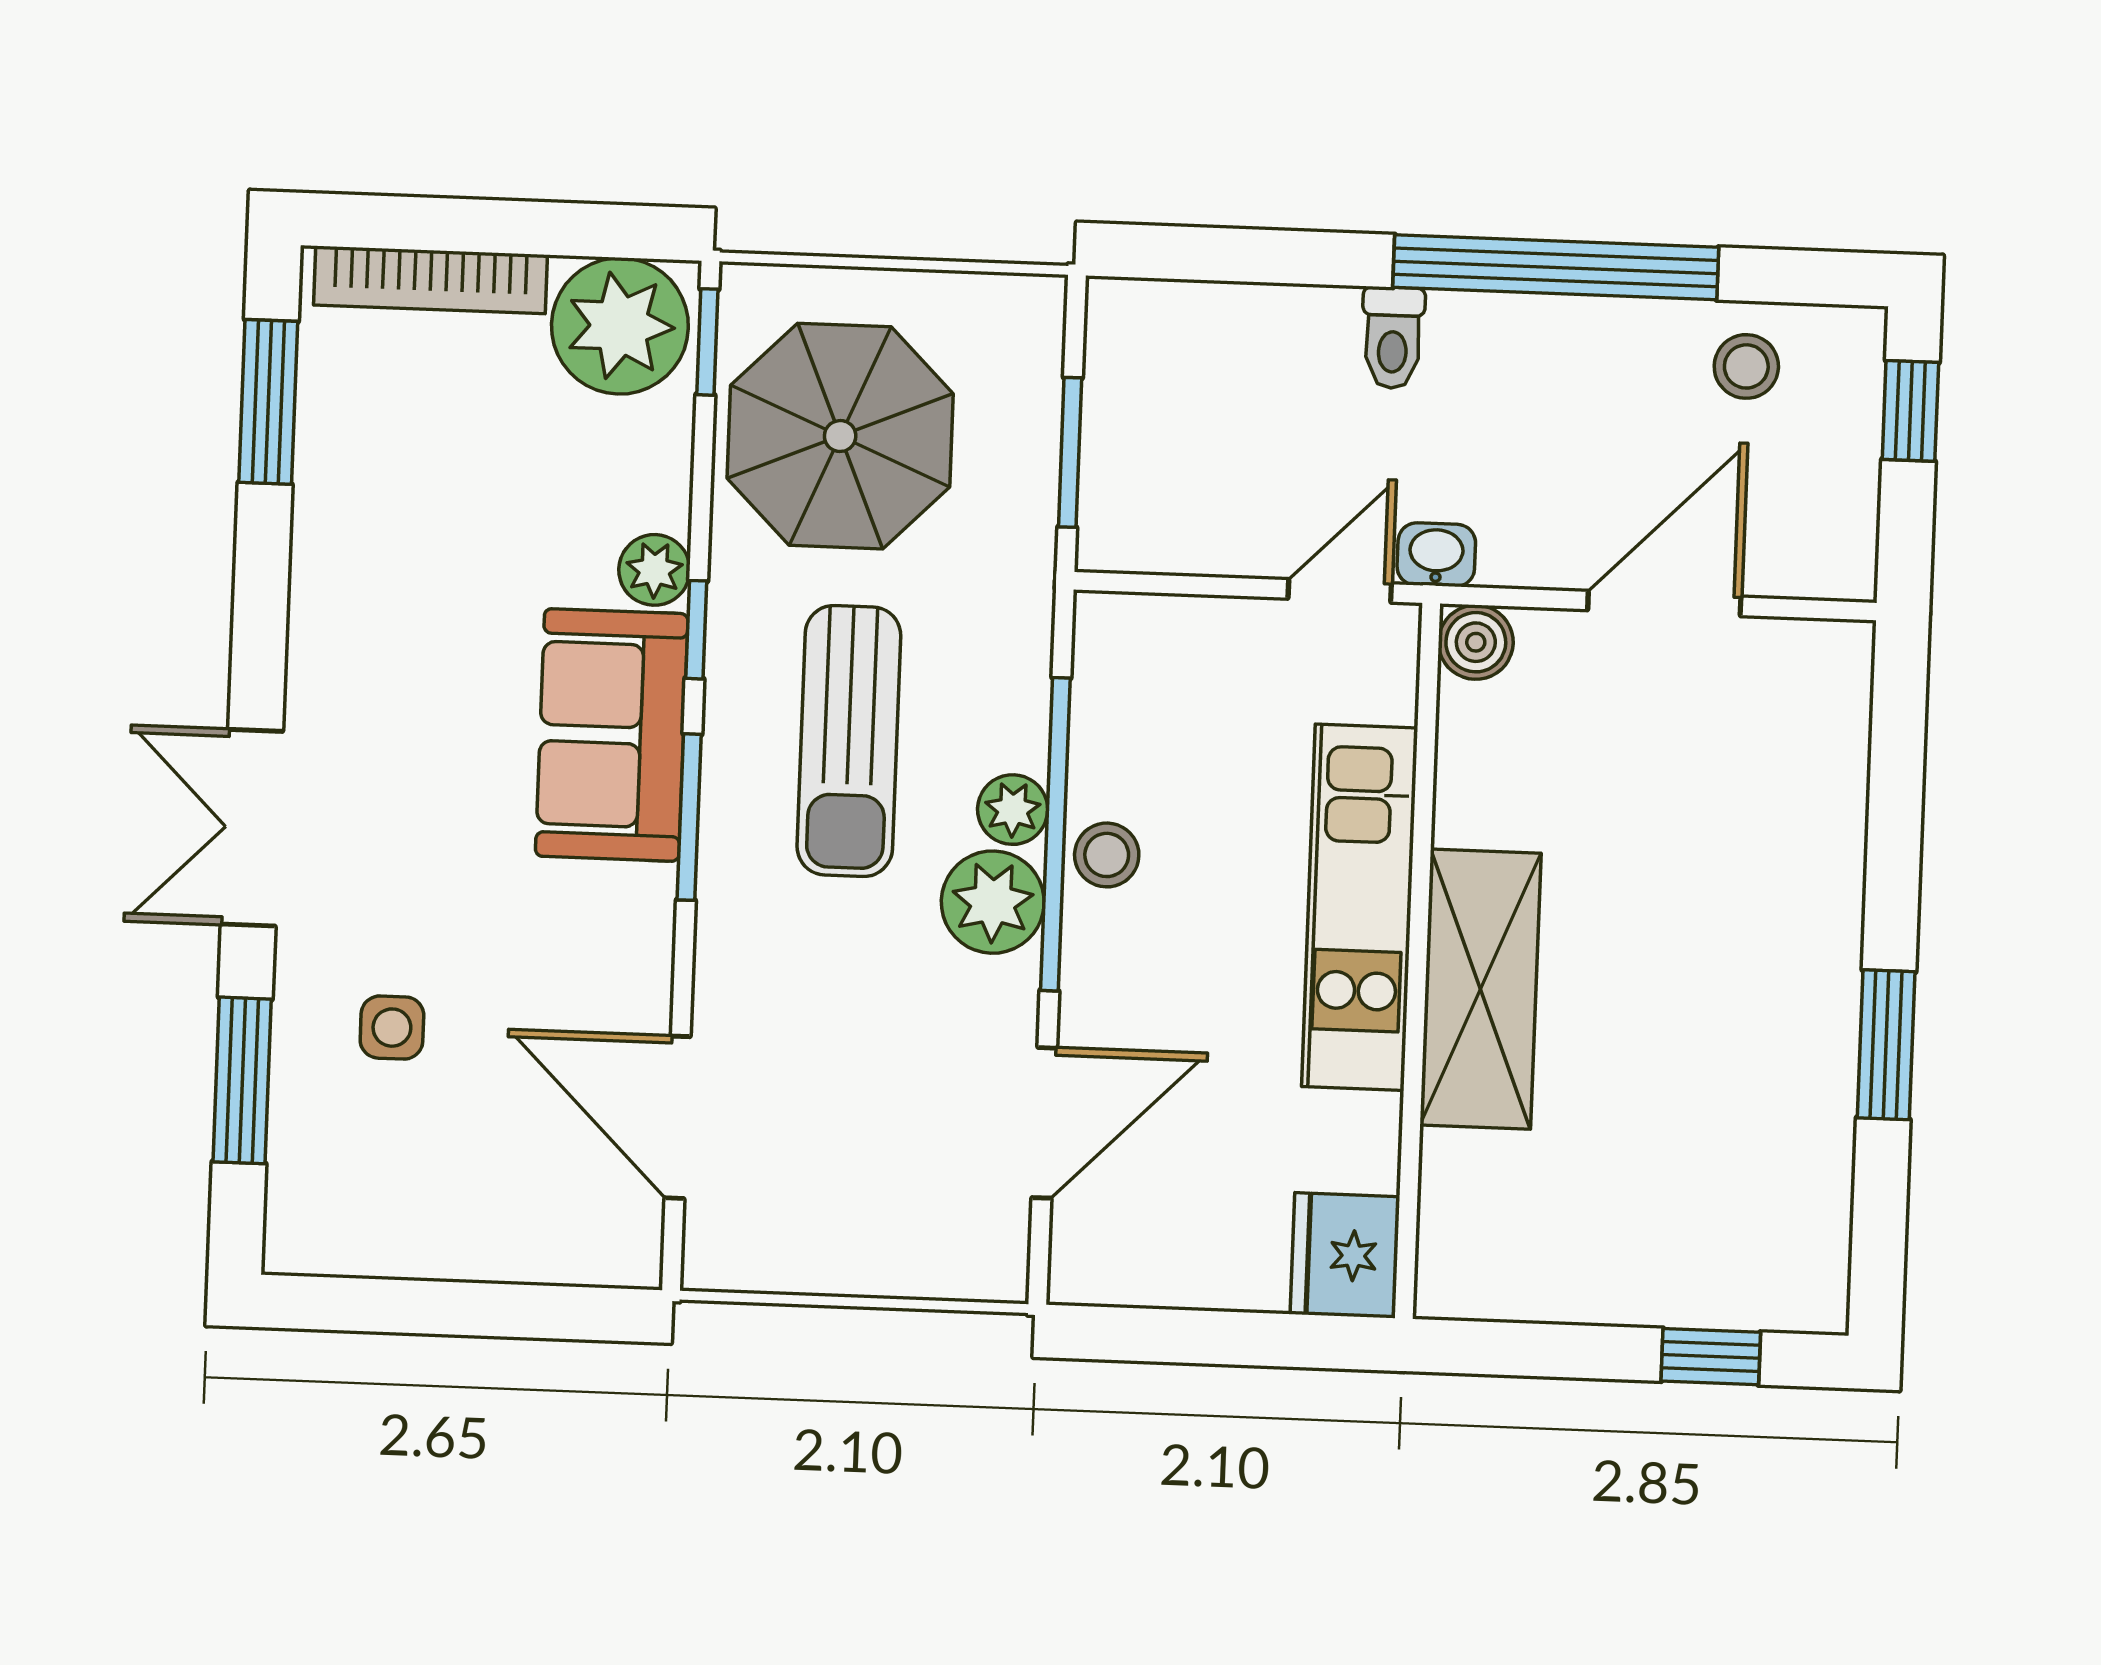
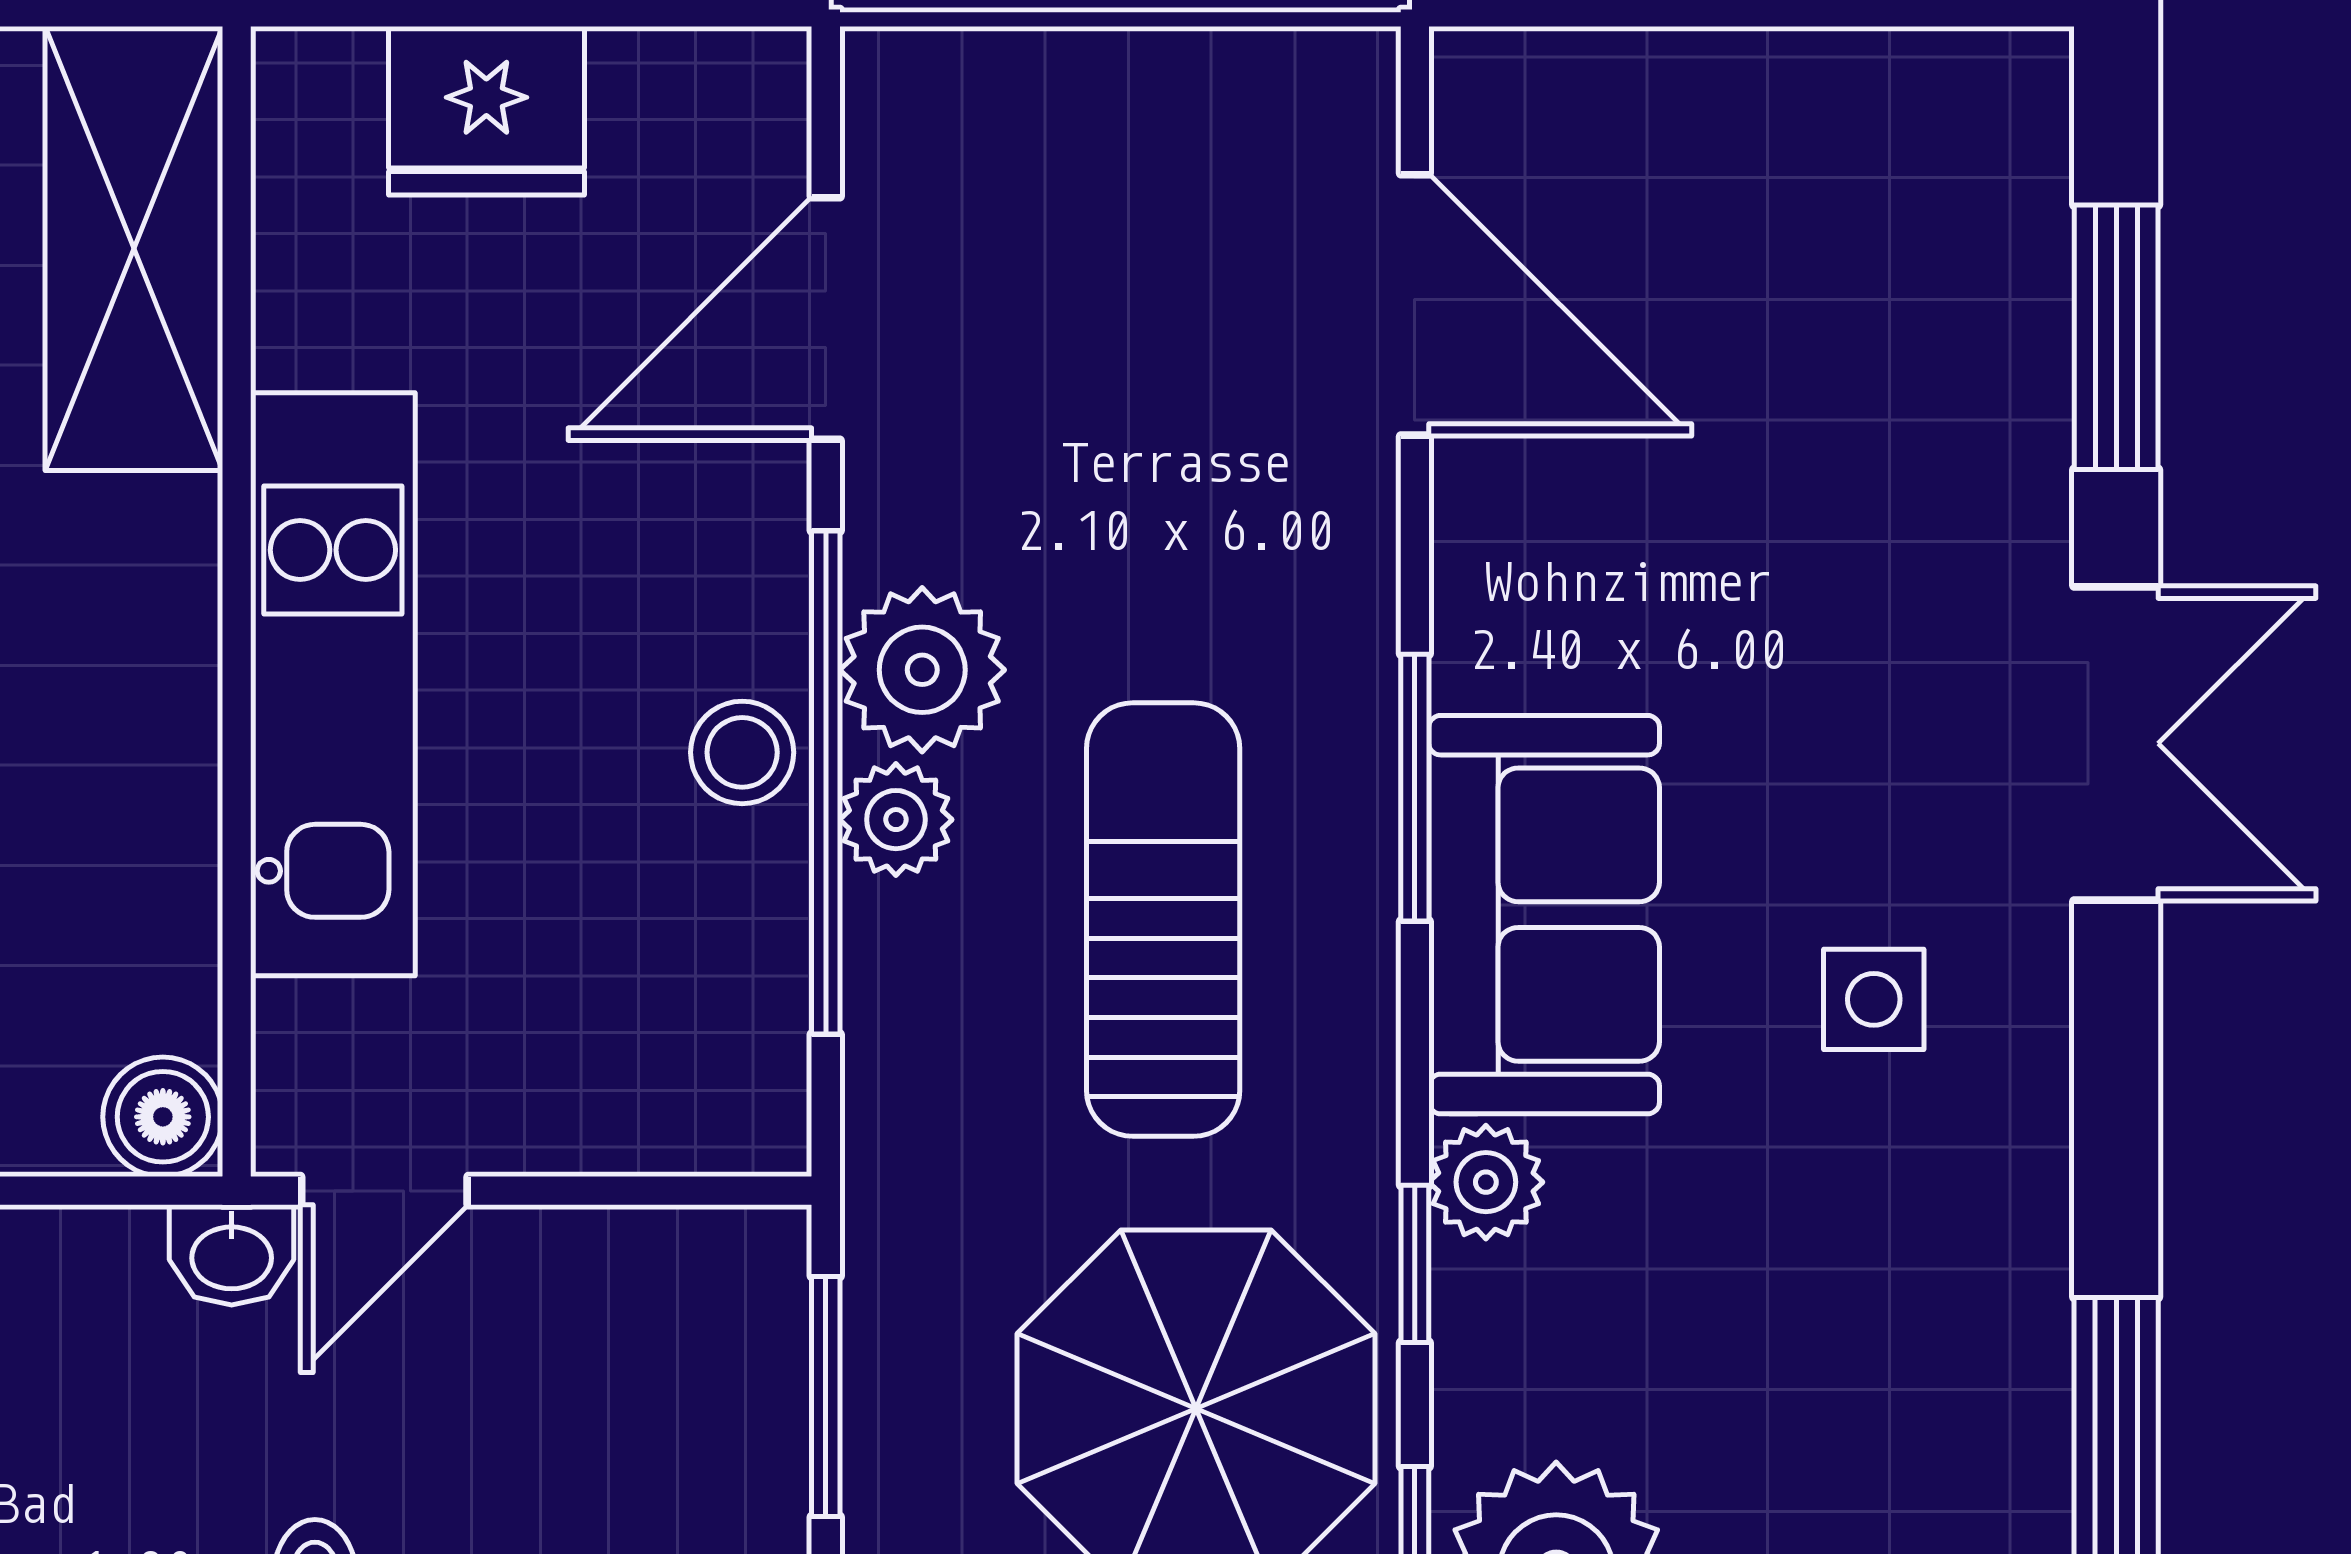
window: (696, 630) -> (1415, 1264), moved
shelving: (1481, 989) -> (134, 249), moved
side table: (392, 1028) -> (1874, 999), moved
fridge: (1345, 1255) -> (486, 111), moved, turned 90

